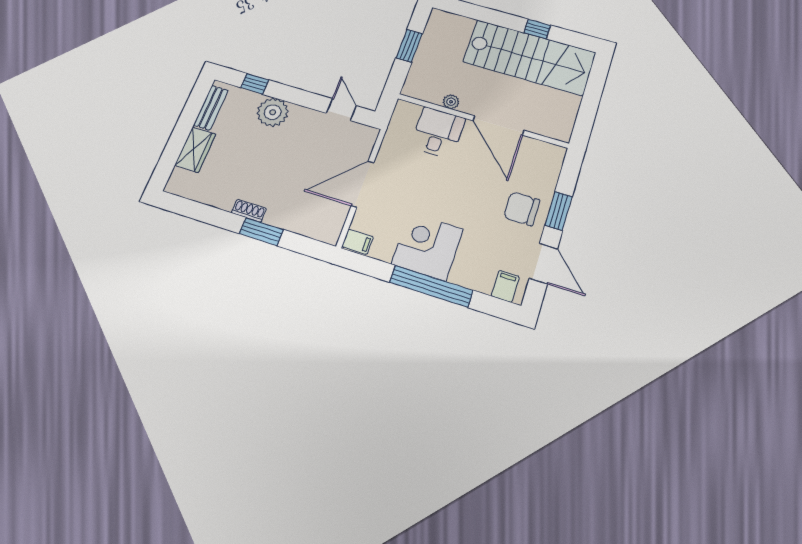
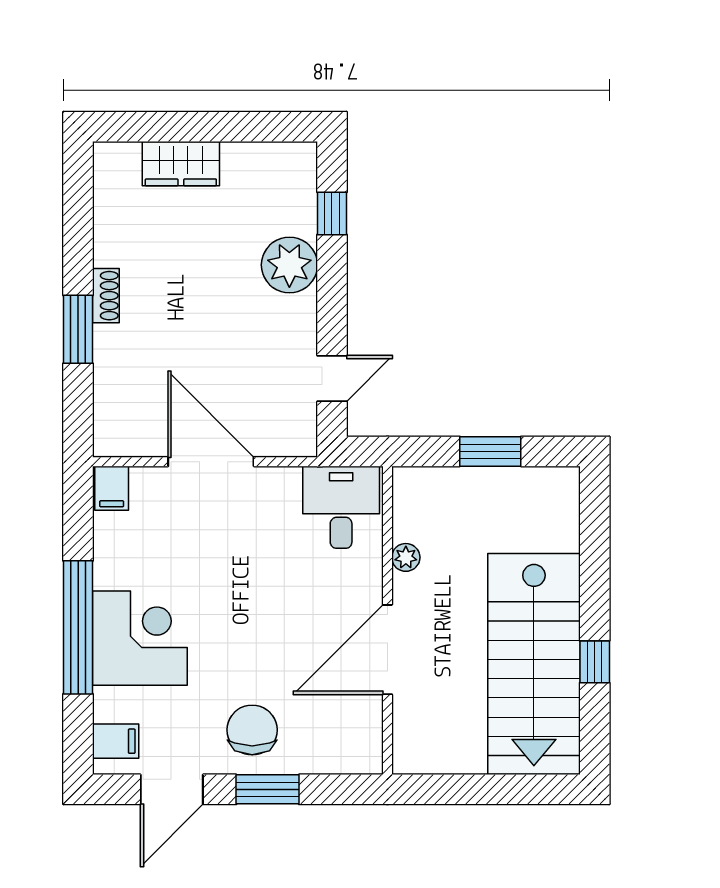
bench: (211, 108) -> (264, 157), removed
desk: (438, 133) -> (341, 507), moved, turned -90
corner desk: (427, 247) -> (140, 638), moved

